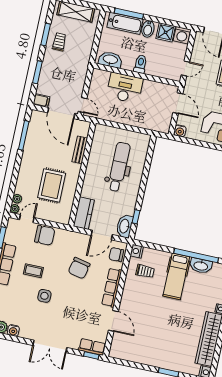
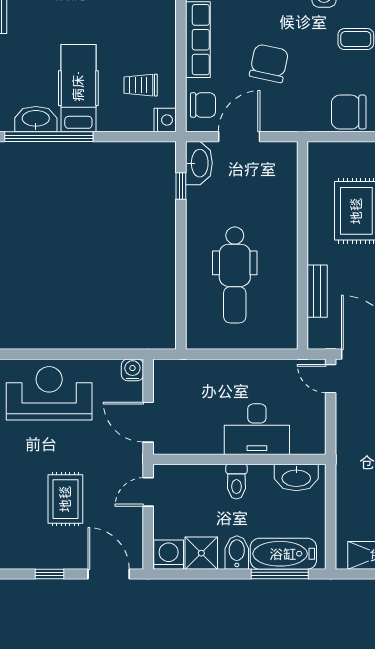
kitchen counter: (84, 213) -> (283, 171), removed

